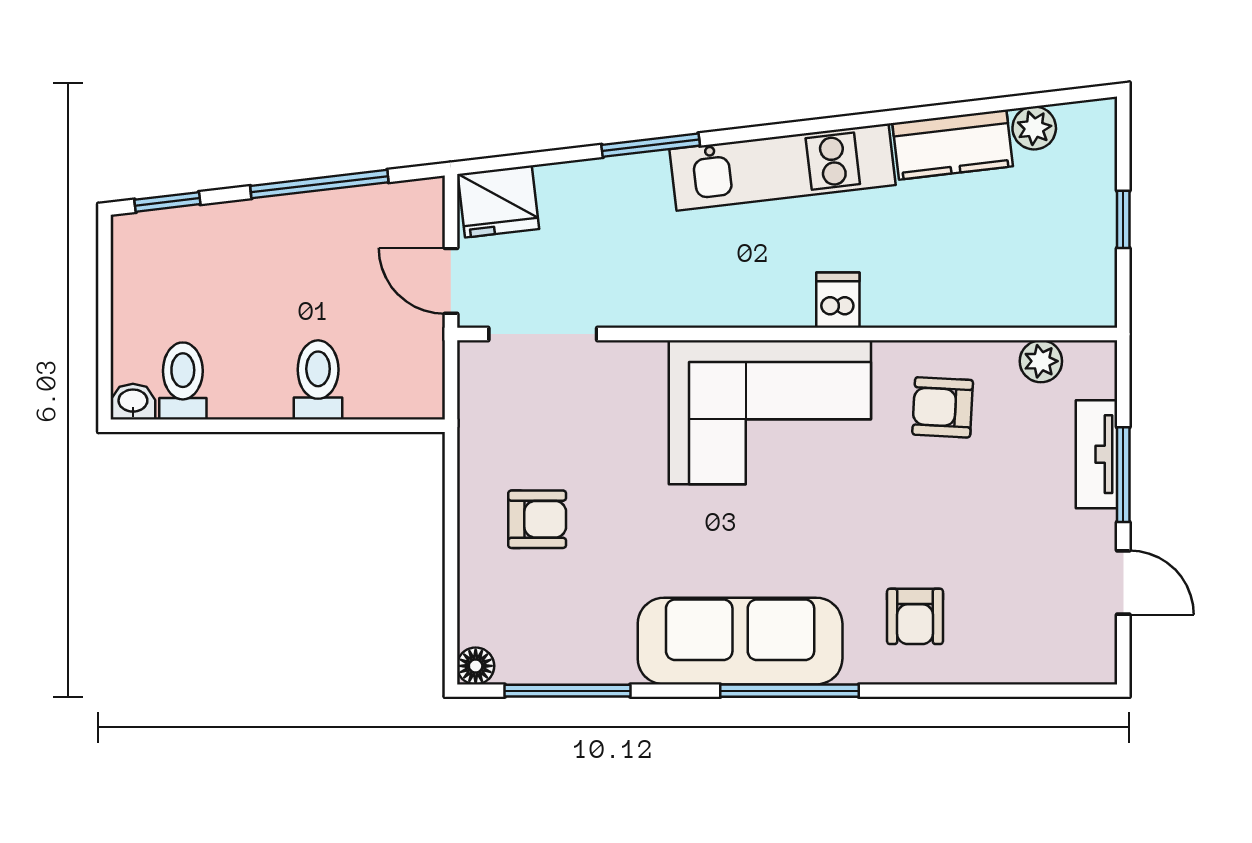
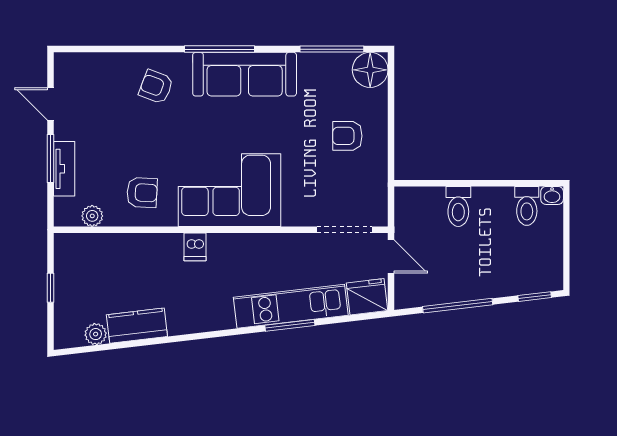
kitchen unit: (783, 167) -> (291, 306), moved
armchair: (915, 616) -> (156, 87), turned -69
floor lamp: (476, 666) -> (370, 70), width x1.89, depth x1.89

